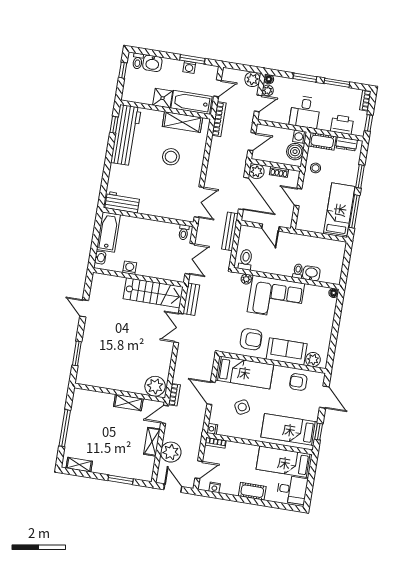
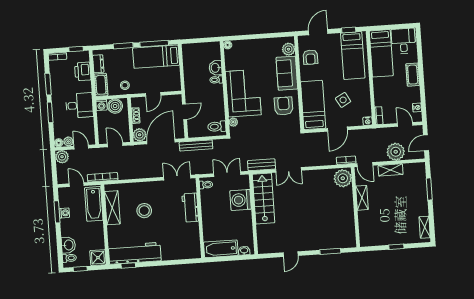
shower: (163, 98) -> (98, 258), moved
workbench: (122, 202) -> (190, 208), moved
washing machine: (130, 268) -> (241, 200), moved, width x1.89, depth x1.89
window: (65, 428) -> (396, 247), width x0.46

